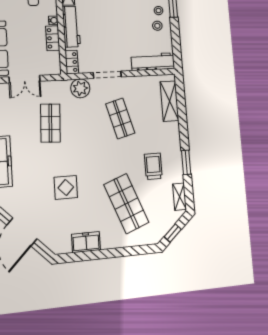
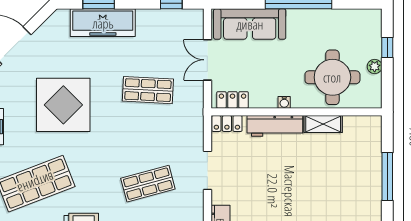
locker: (53, 38) -> (232, 100), moved
plant: (80, 88) -> (191, 133), removed
display table: (66, 187) -> (63, 105), width x1.86, depth x1.86

